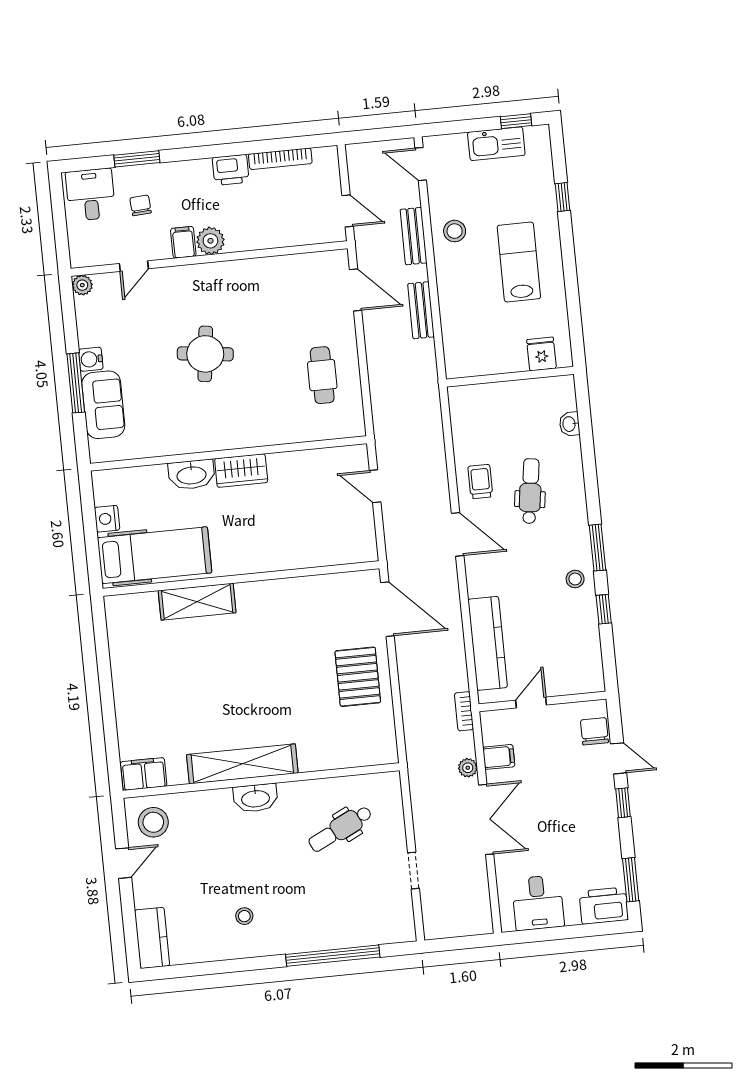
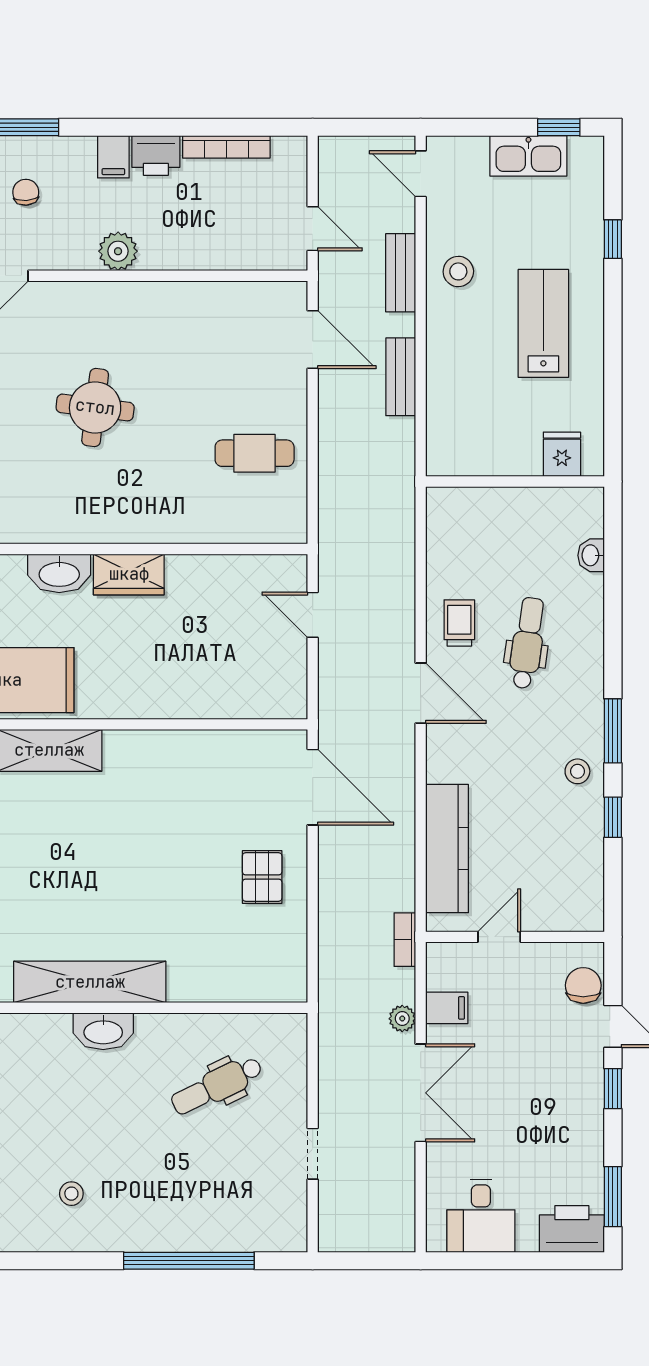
filing cabinet: (183, 242) -> (113, 157), moved, turned 180
cafe table: (322, 375) -> (255, 453), turned 90
pallet: (358, 677) -> (262, 877), width x0.67, depth x0.71

